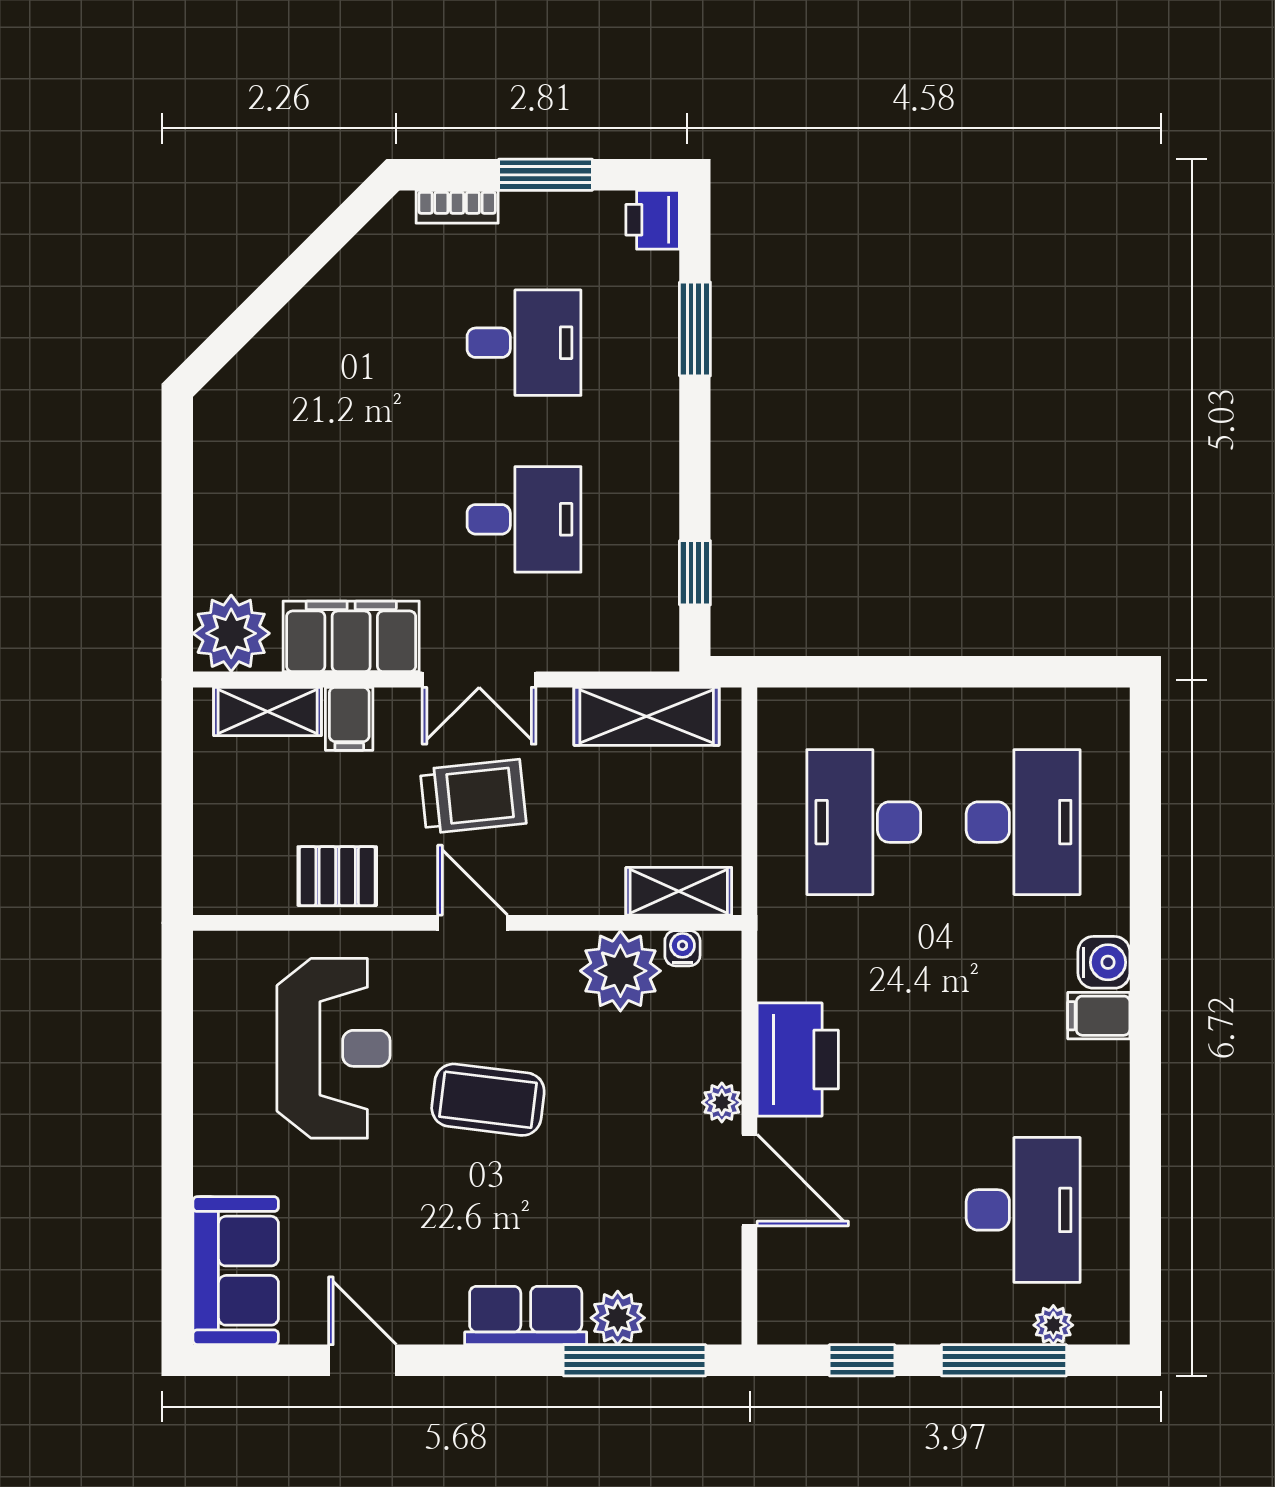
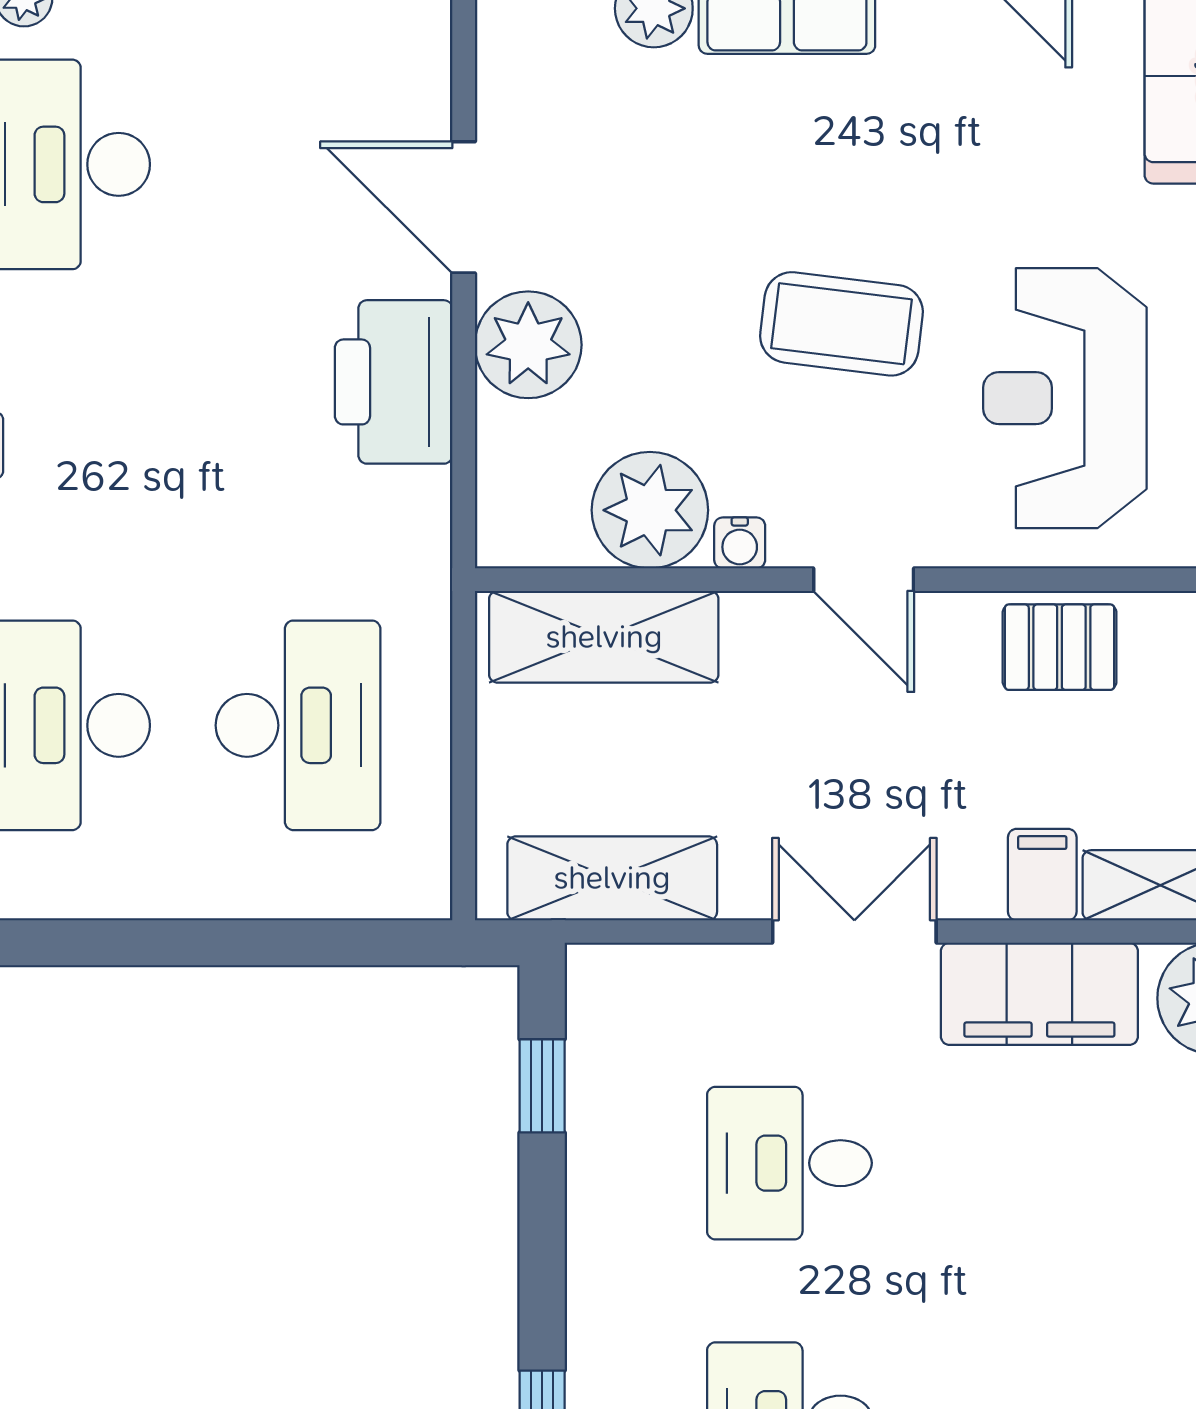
trolley: (473, 796) -> (863, 762), removed
shelving: (679, 891) -> (604, 637), width x1.50, depth x1.33
water cooler: (682, 948) -> (740, 543), moved
plant: (722, 1102) -> (528, 345), width x1.88, depth x1.88

